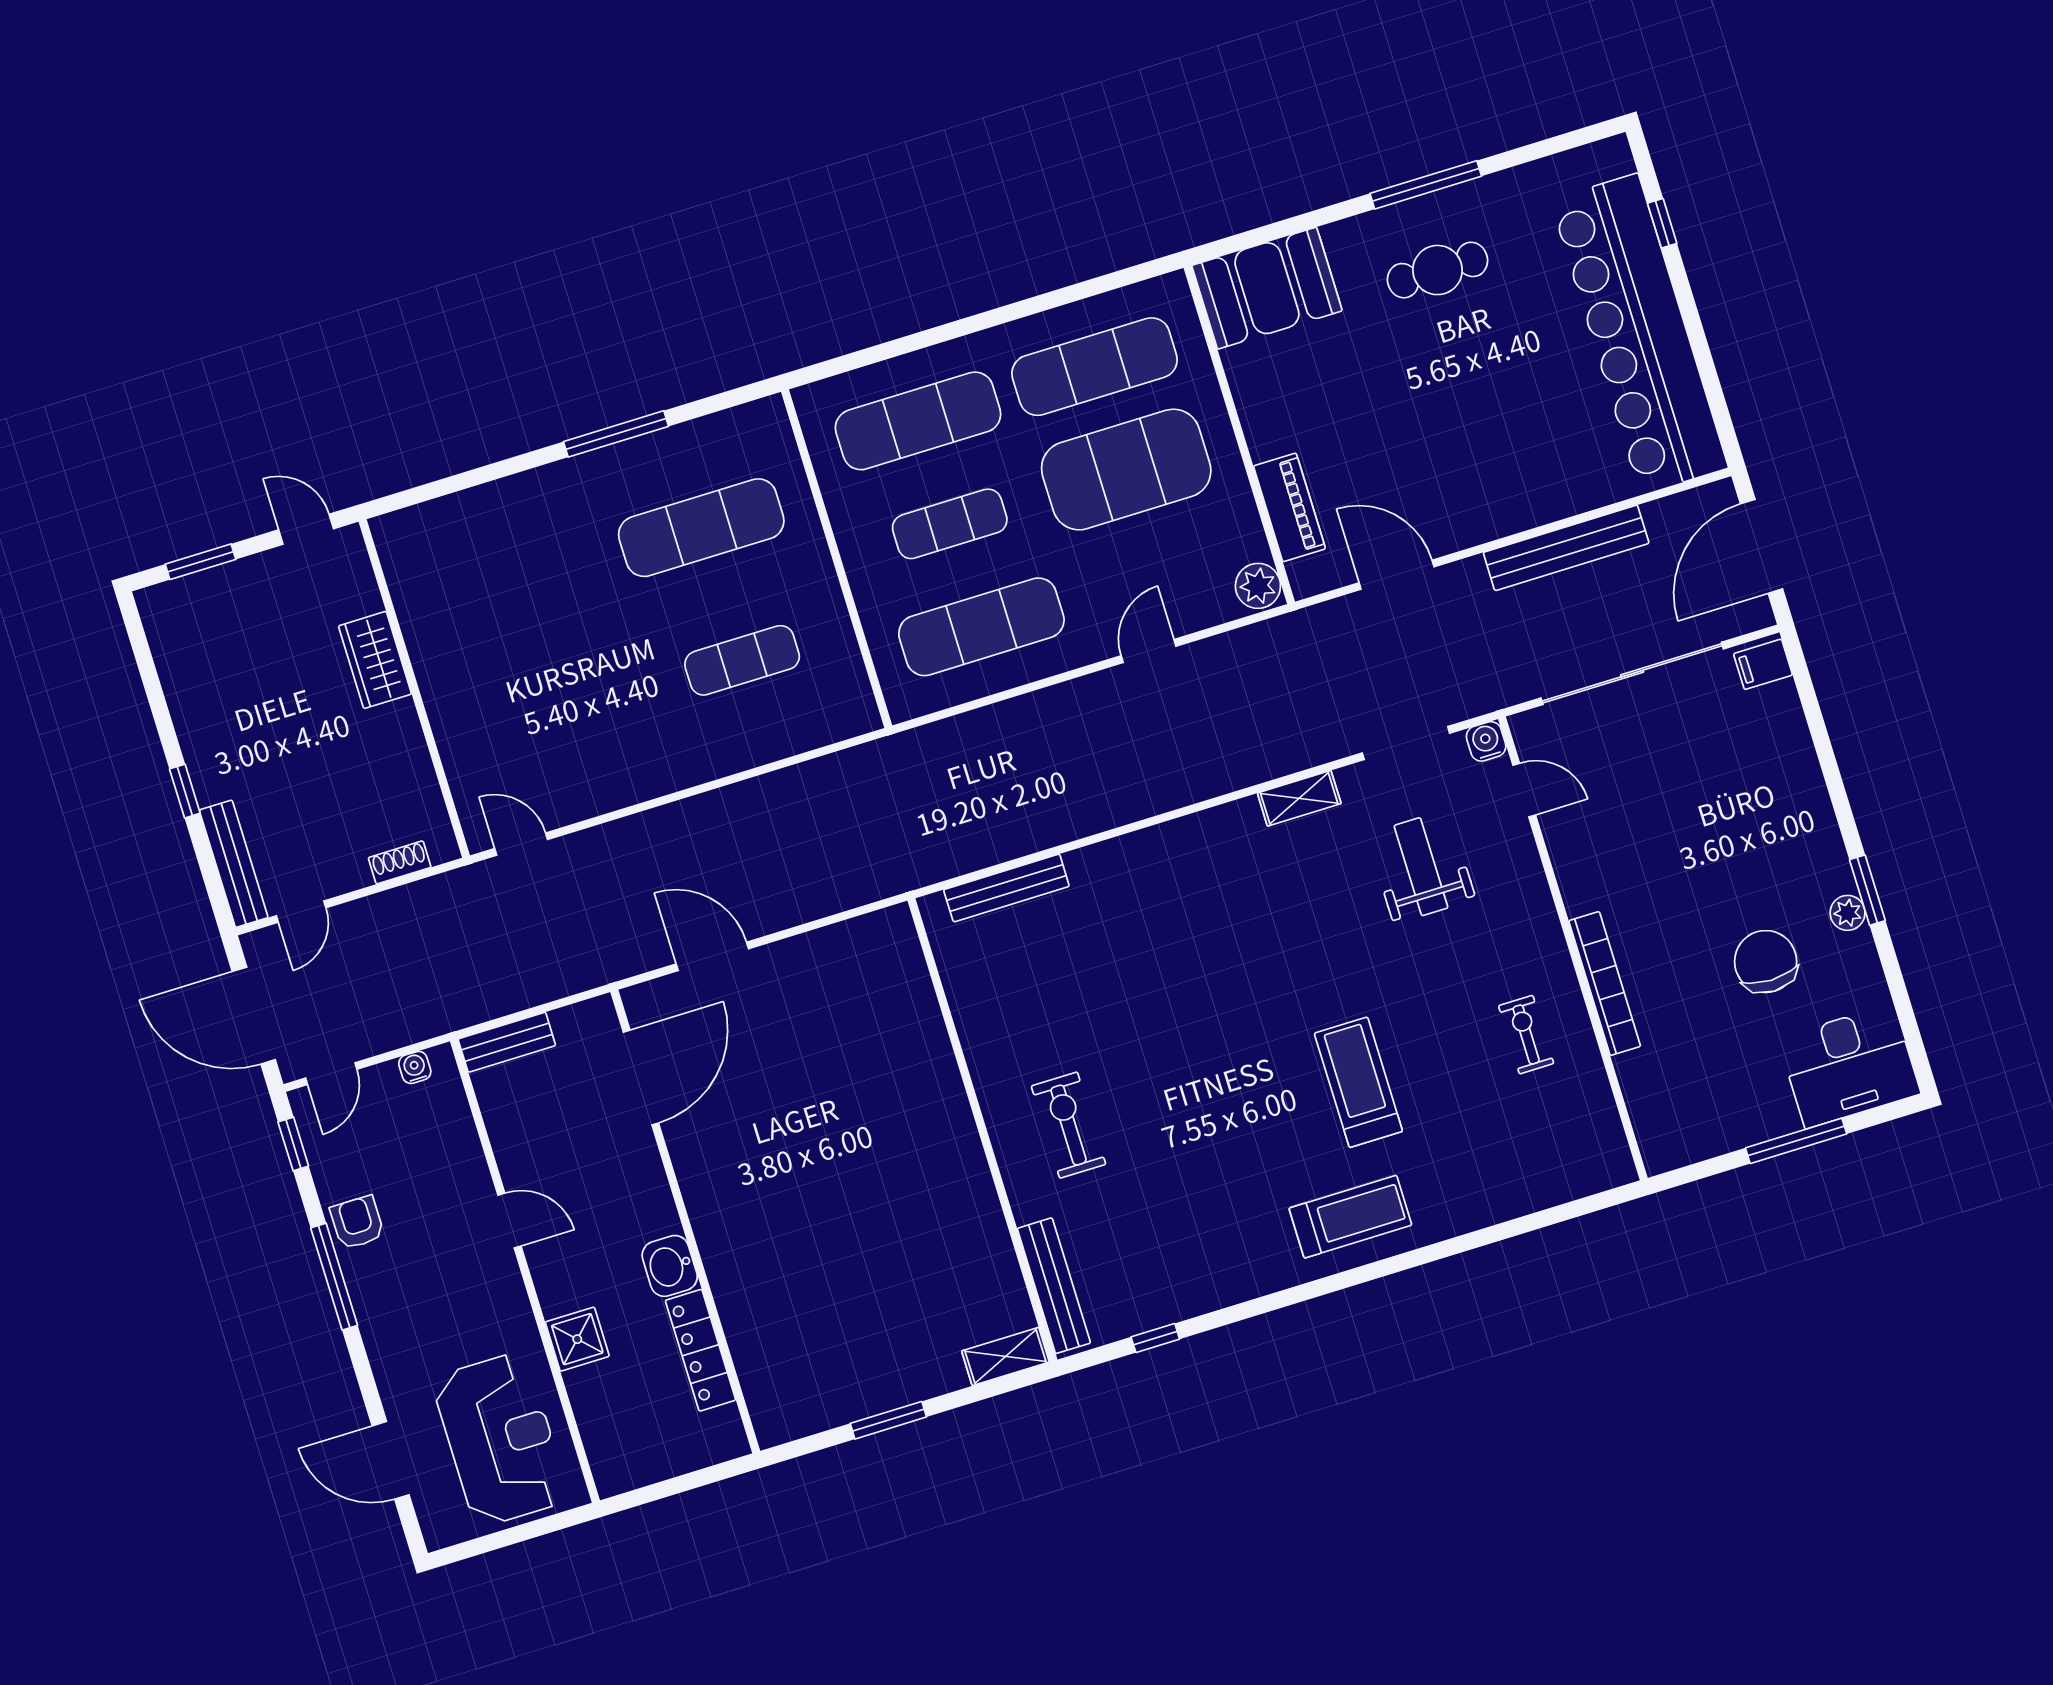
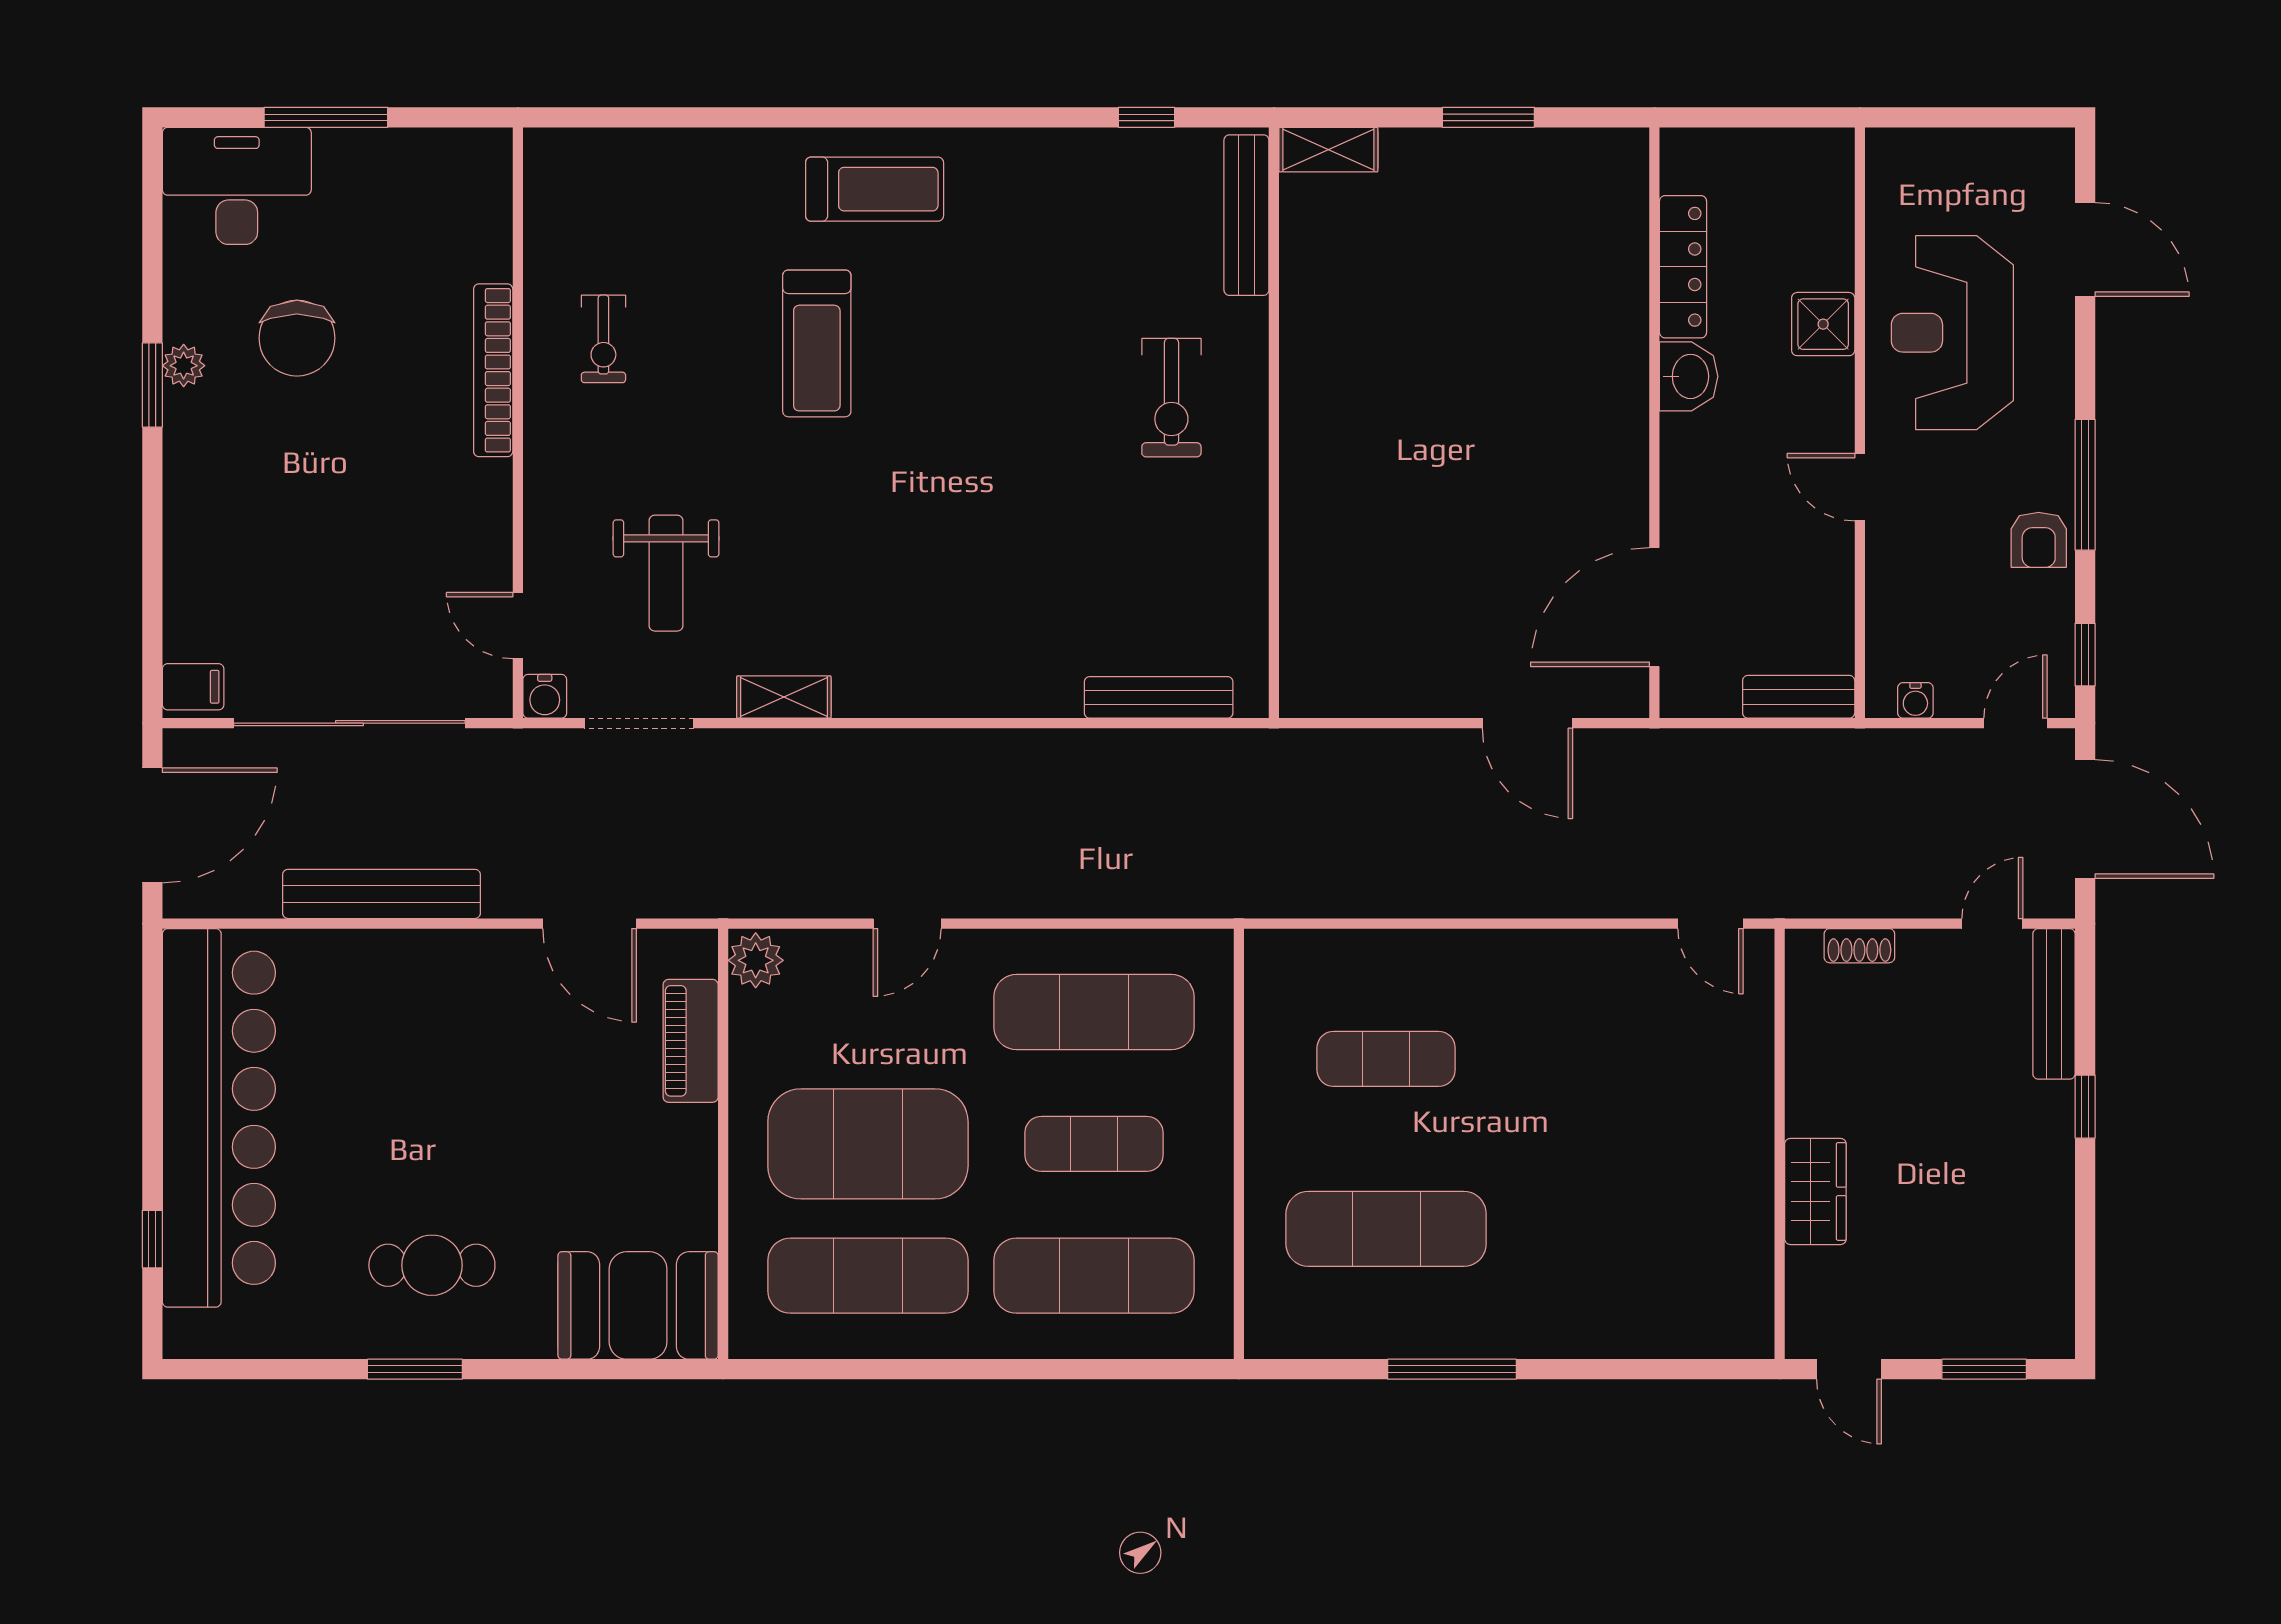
window: (1426, 185) -> (415, 1369), width x0.69
treadmill: (1350, 1217) -> (875, 189), turned 180
reception desk: (500, 1439) -> (1952, 333), moved

